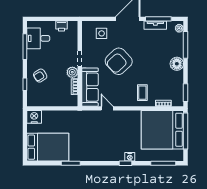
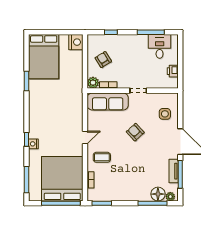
armchair: (119, 61) -> (135, 132), width x0.53, depth x0.53
floor lamp: (177, 64) -> (158, 194), moved
plant: (72, 72) -> (93, 83), moved
armchair: (40, 76) -> (103, 60), moved
door: (107, 108) -> (85, 137), moved

